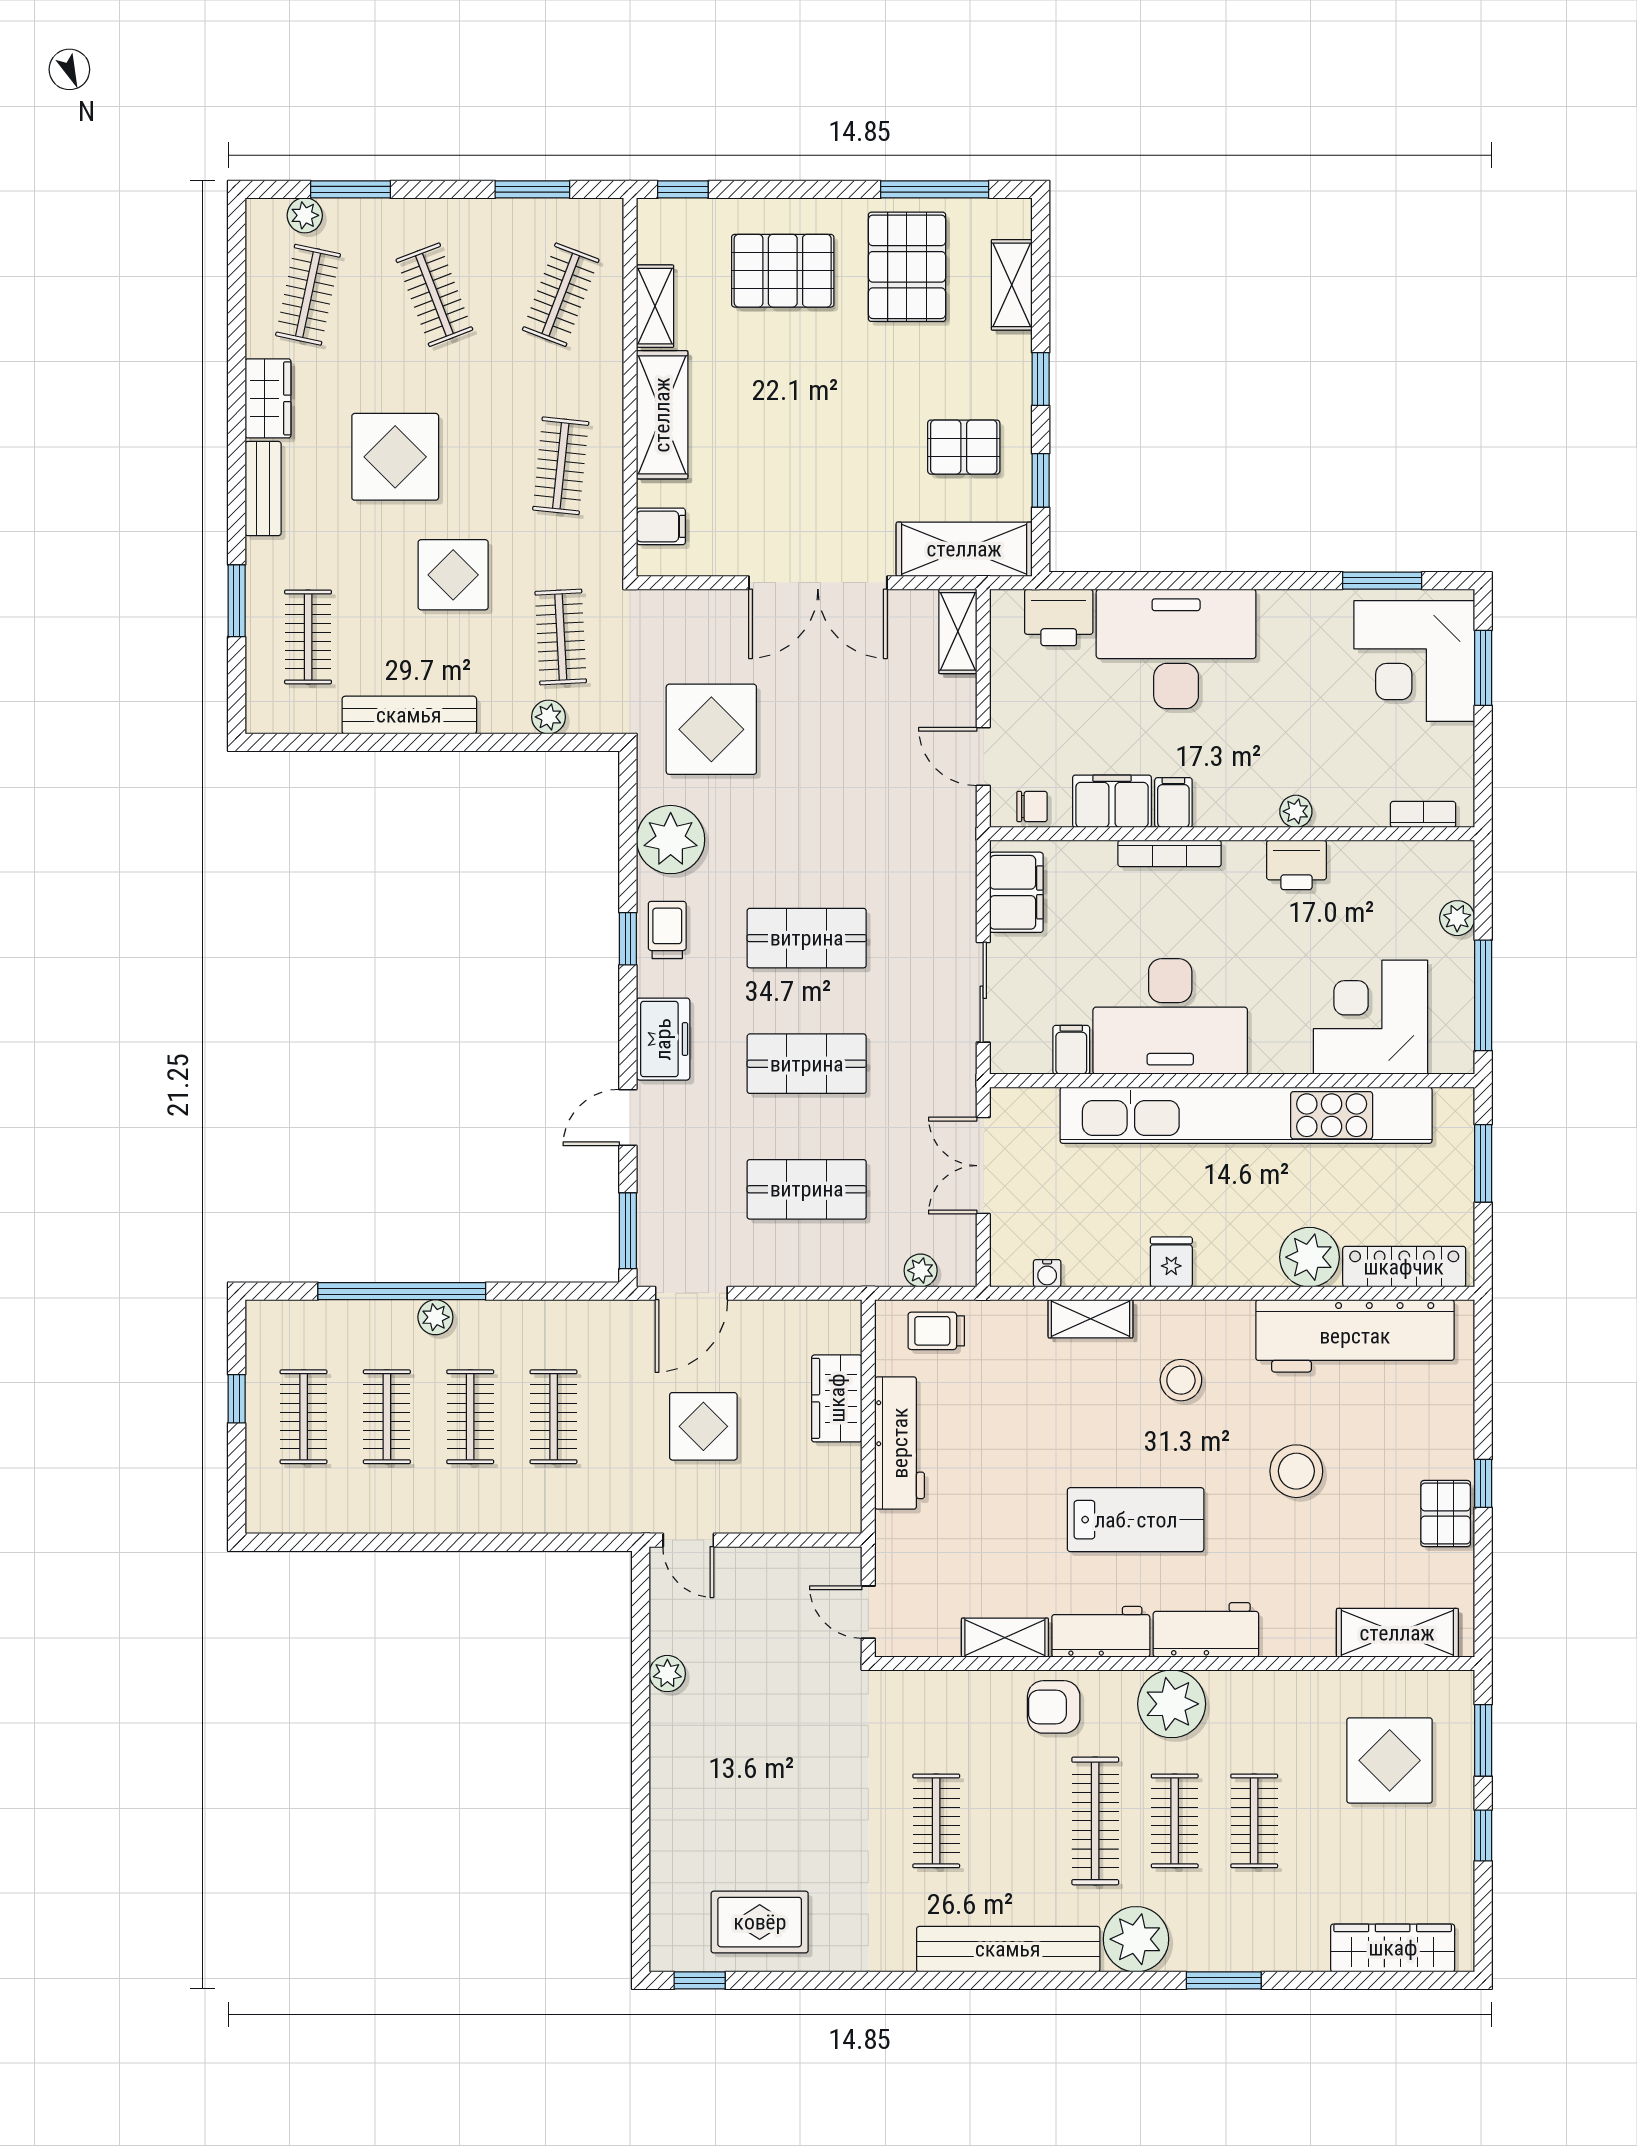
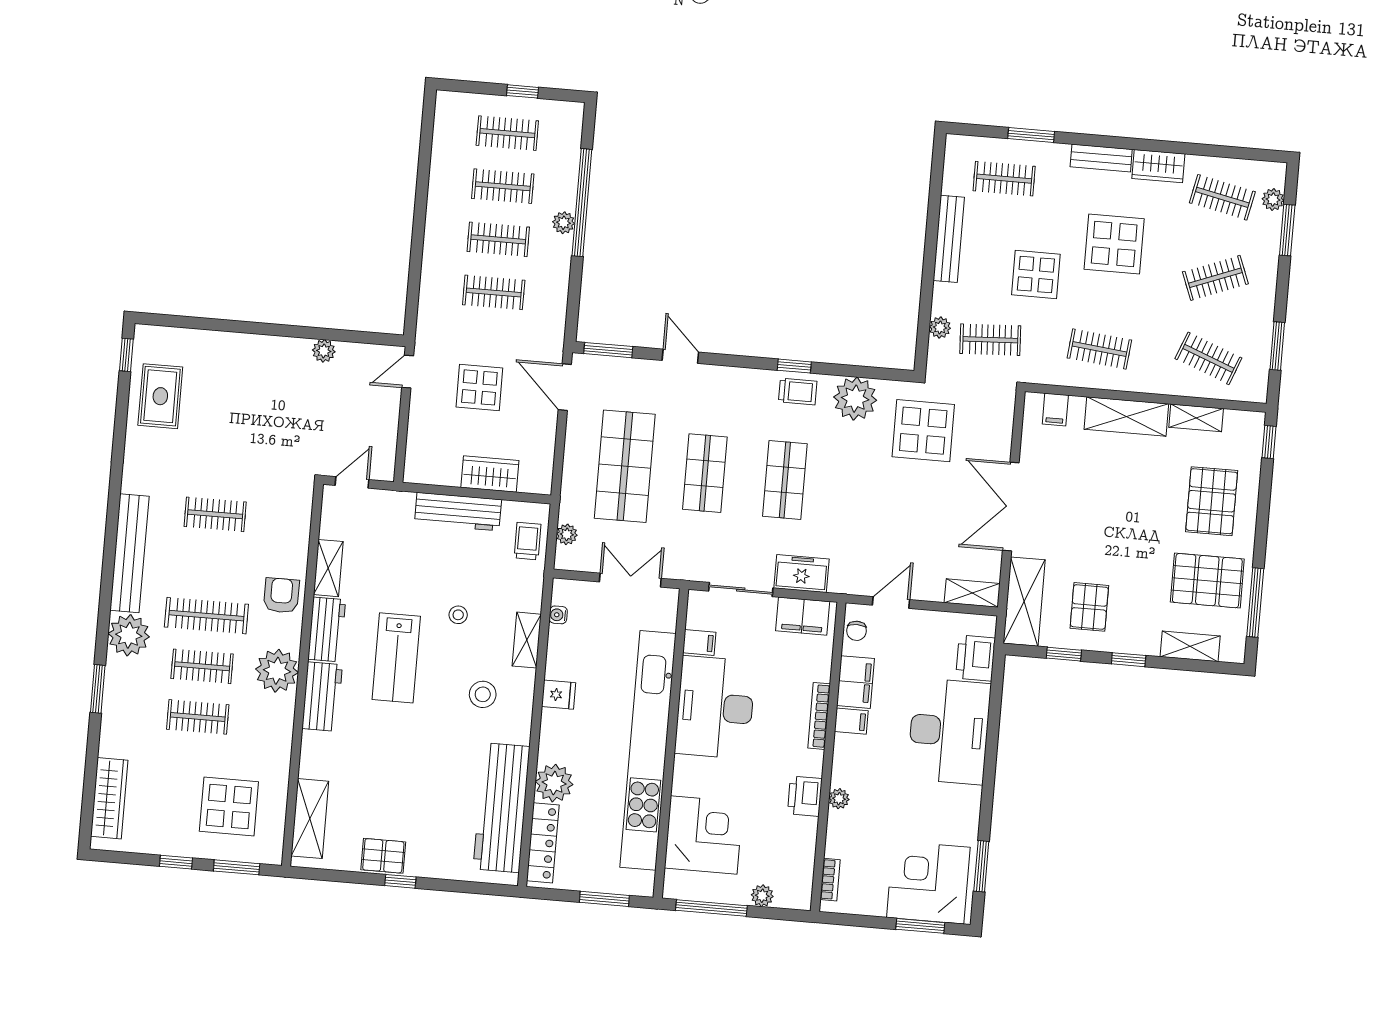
freezer: (663, 1039) -> (802, 574), moved, turned 180
shop shelf: (807, 1189) -> (625, 466), width x1.43, depth x1.36
stool: (1296, 1471) -> (458, 615), moved, width x0.53, depth x0.53

